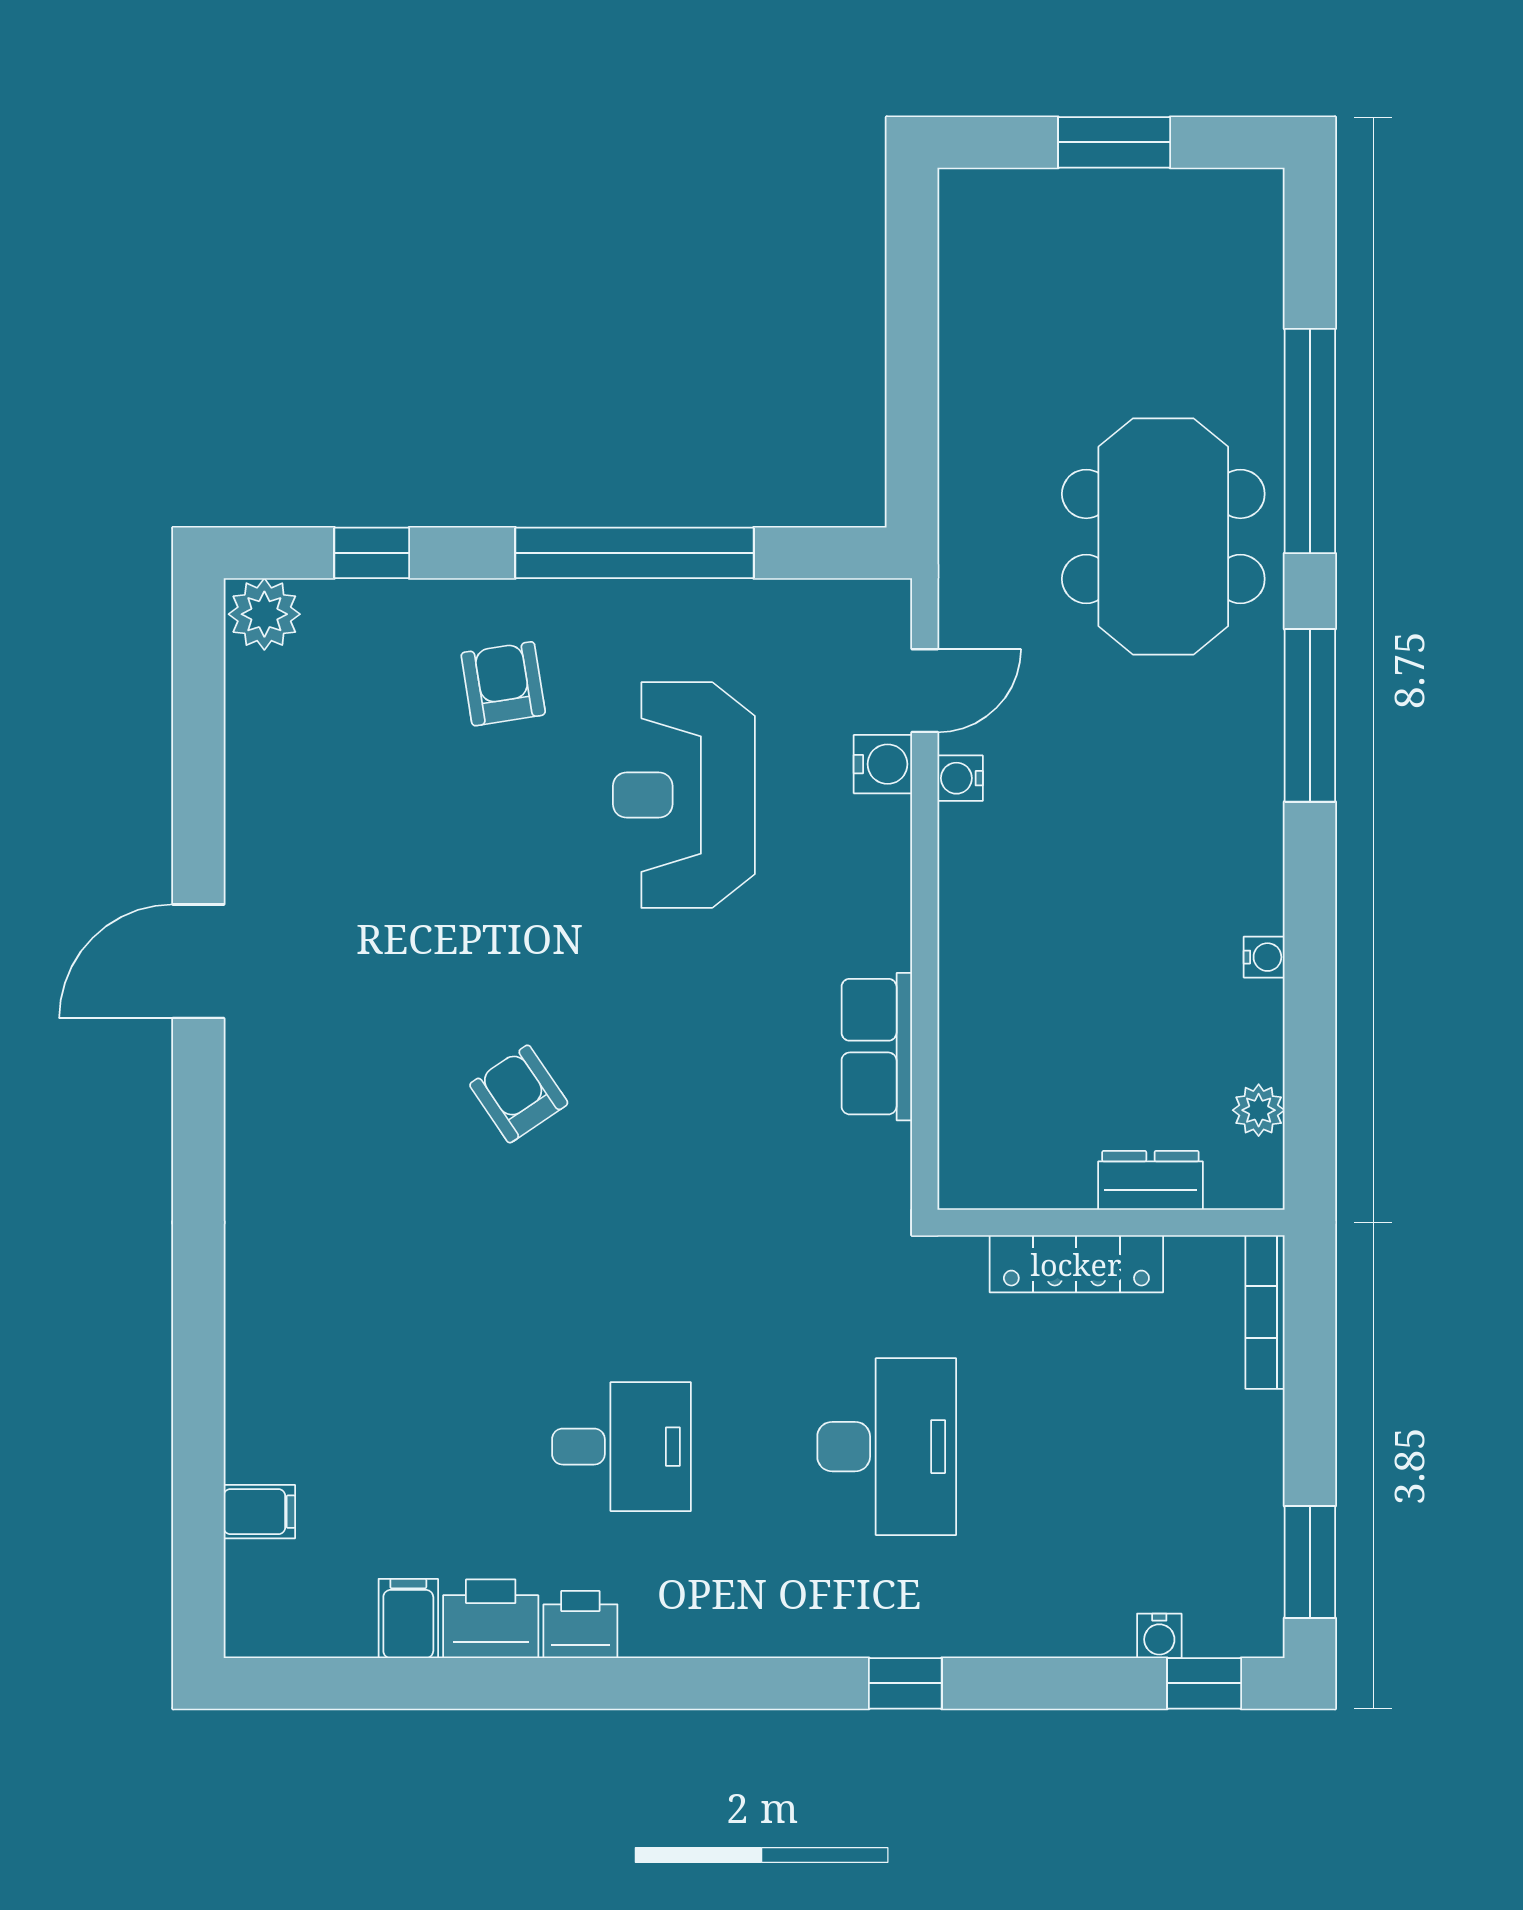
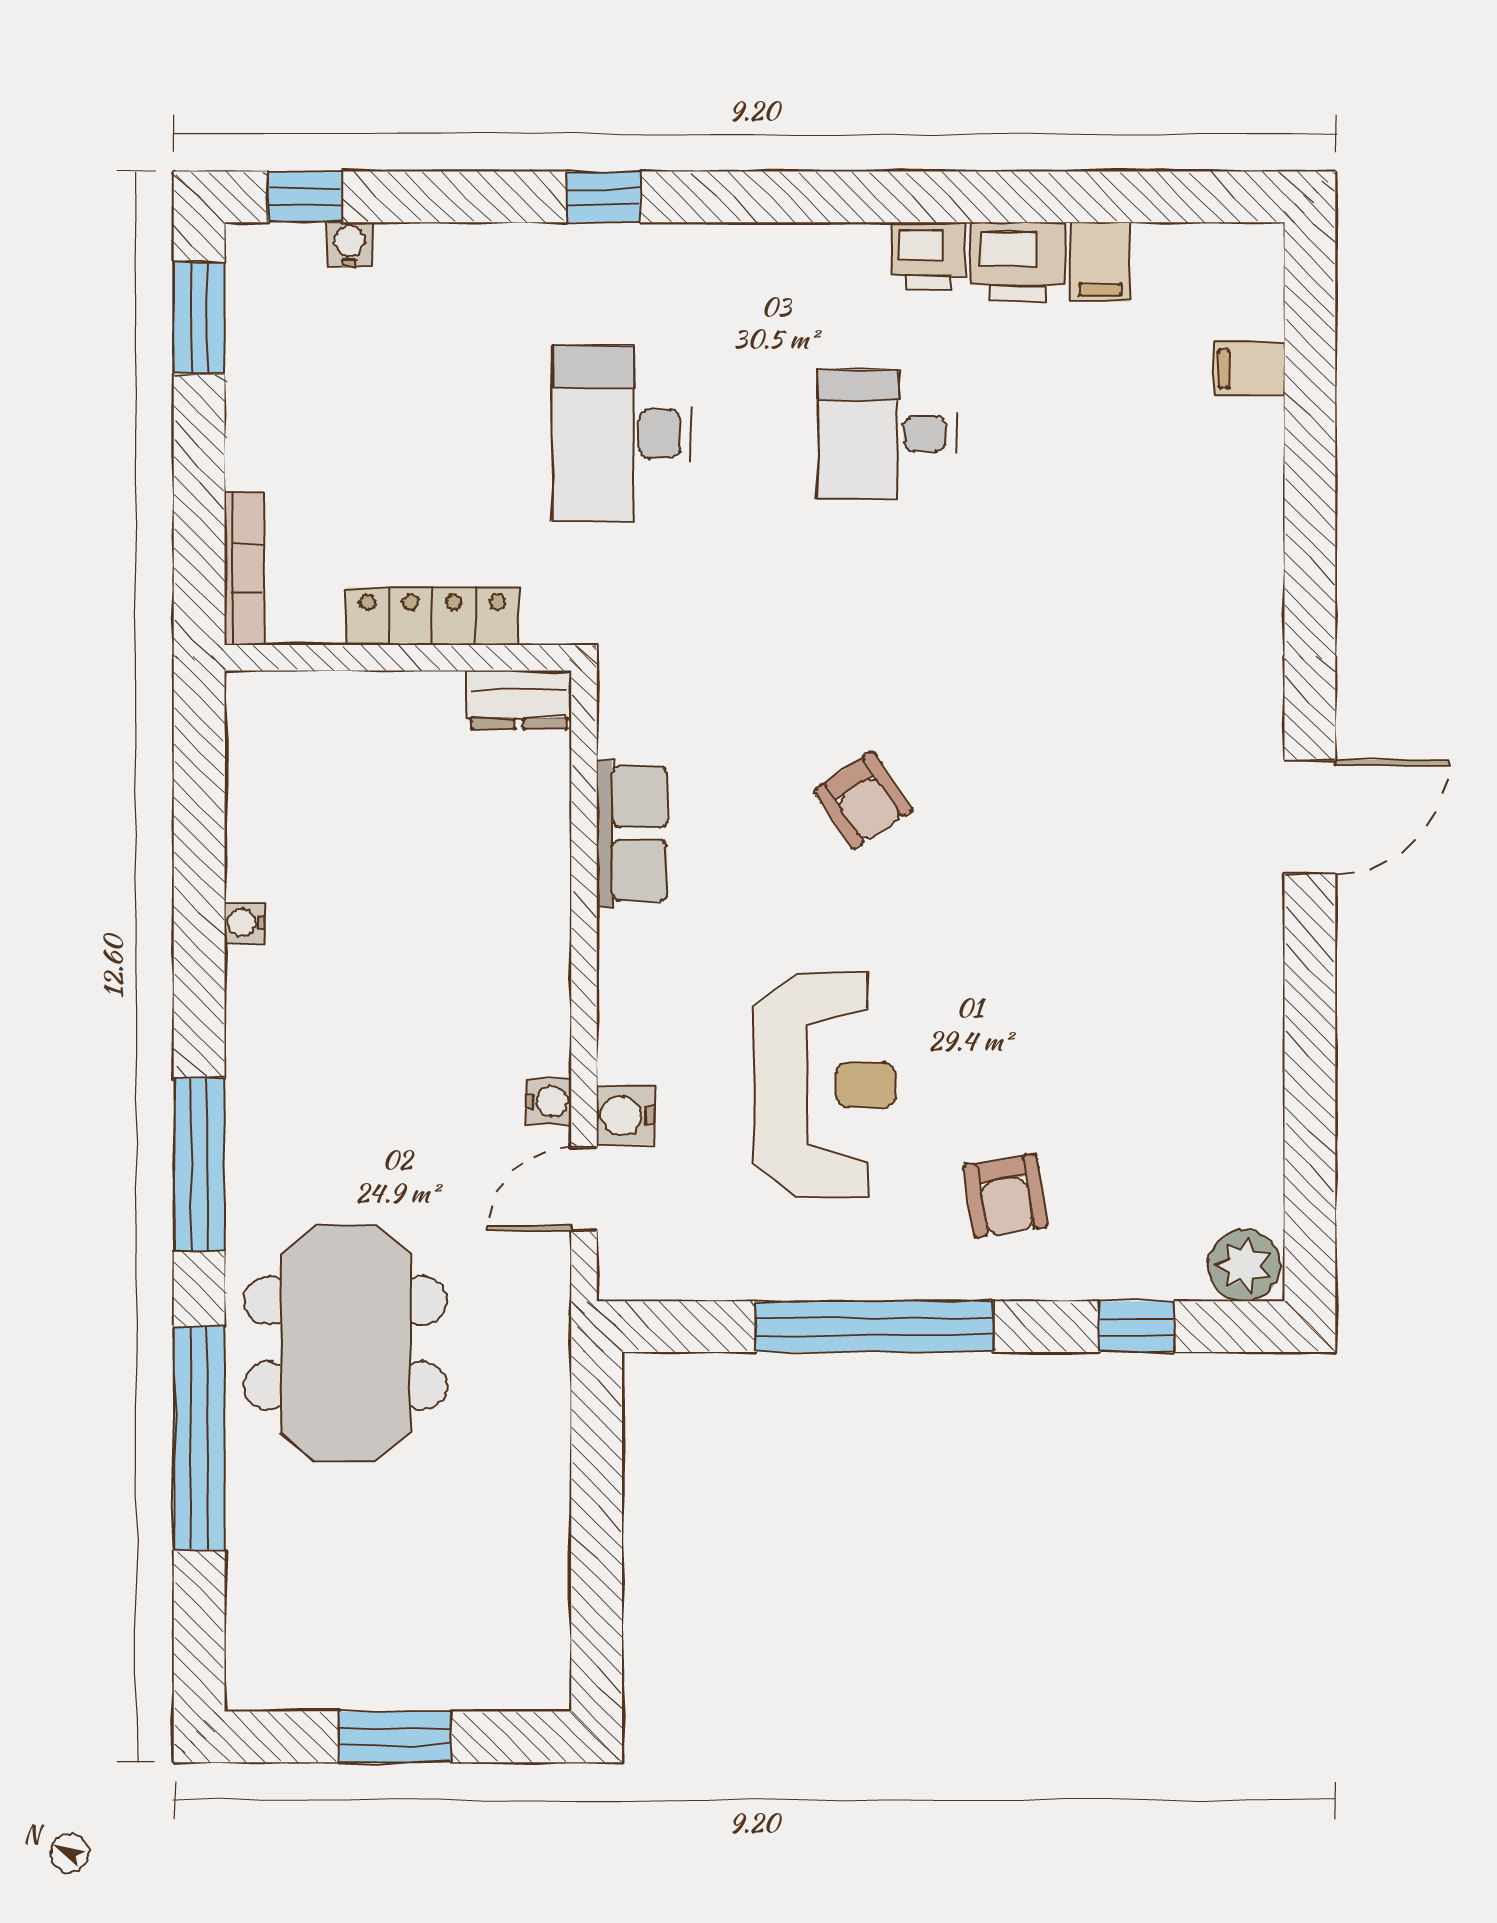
door: (198, 961) -> (1310, 817), moved
armchair: (519, 1094) -> (863, 800), moved
plant: (1259, 1110) -> (250, 770), removed
dresser: (1150, 1180) -> (519, 700), moved

